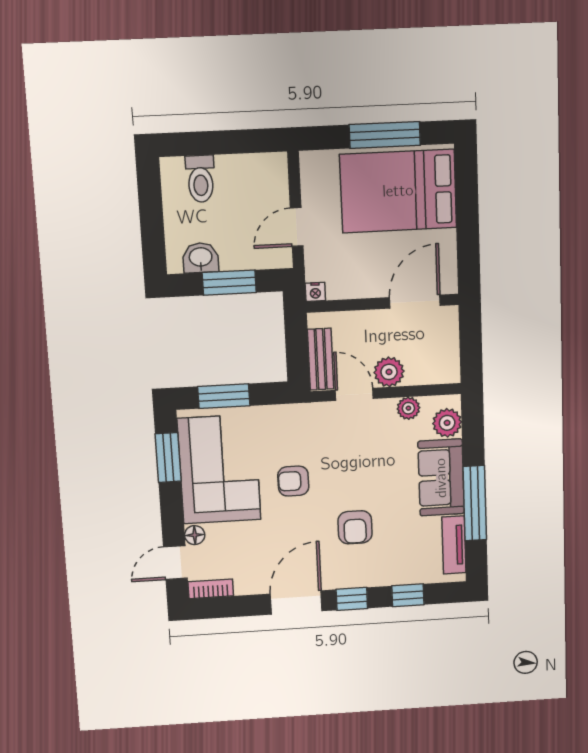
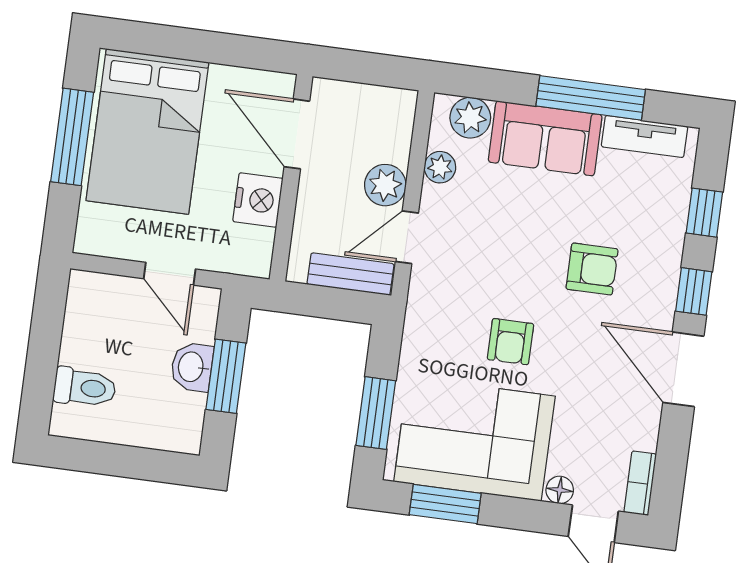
washbasin: (201, 258) -> (192, 367), moved
nightstand: (315, 292) -> (258, 200), moved, width x1.89, depth x1.79

